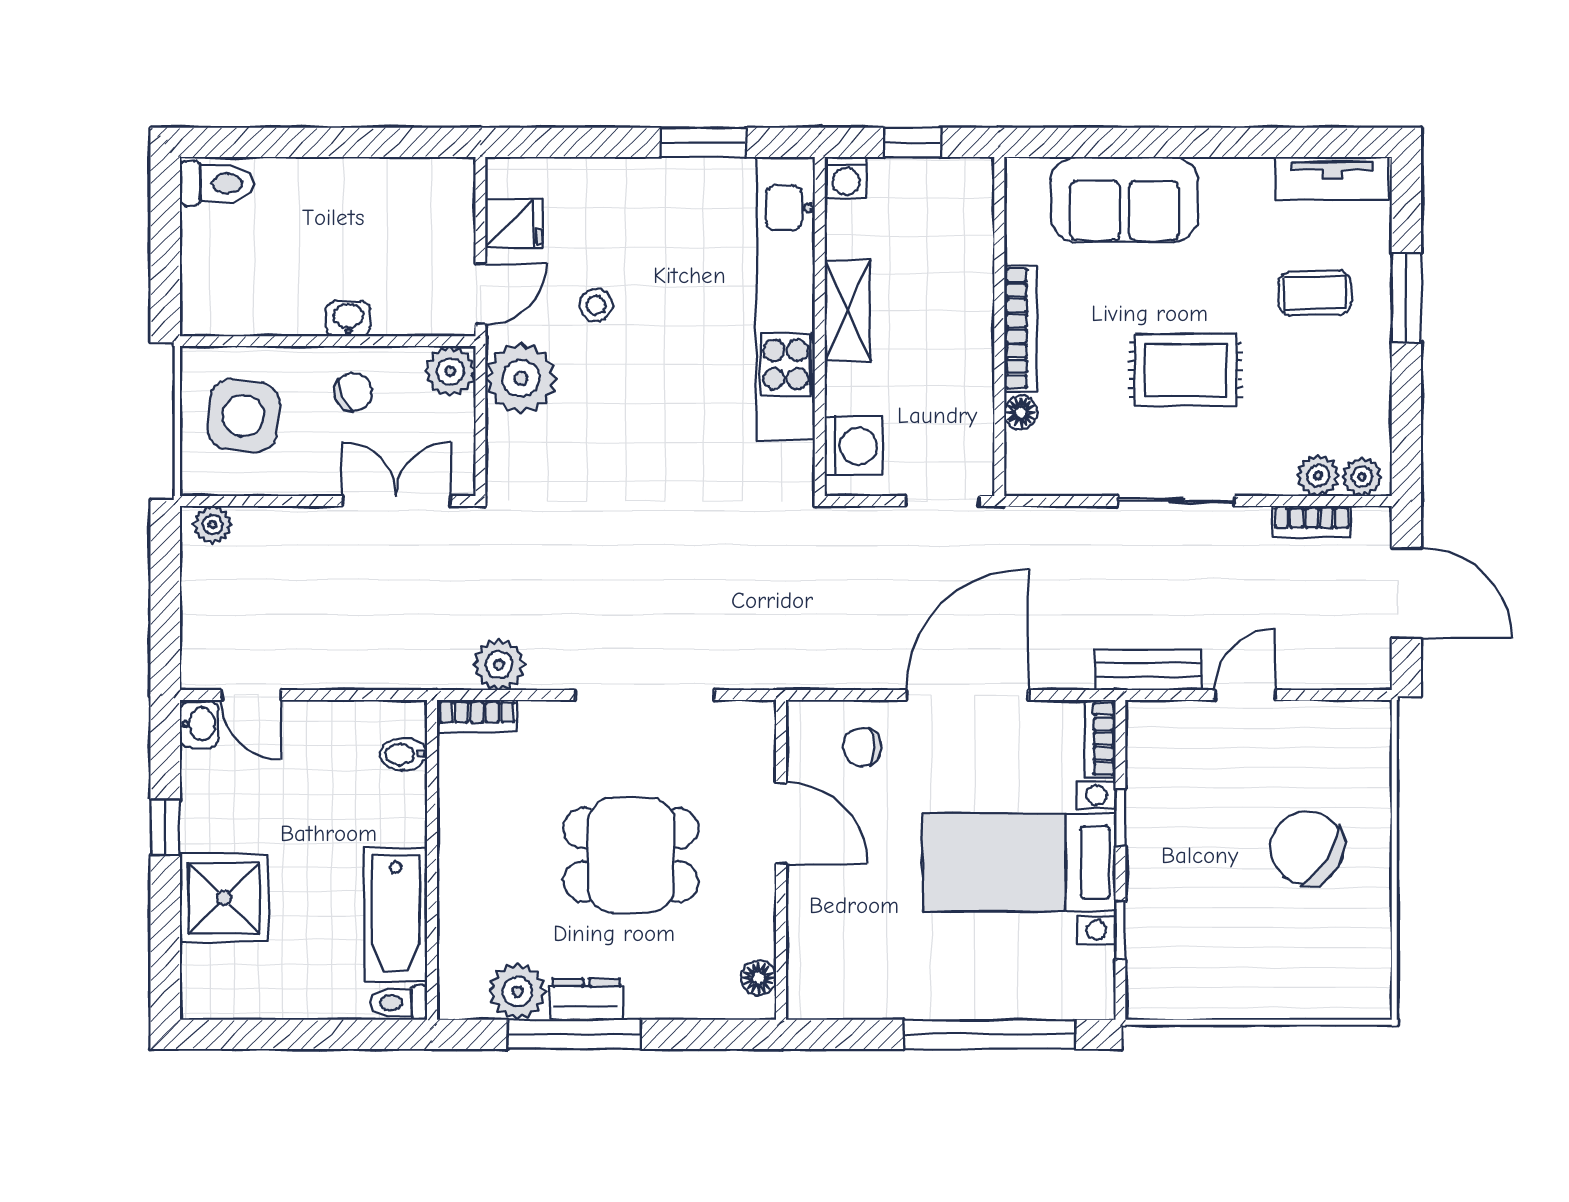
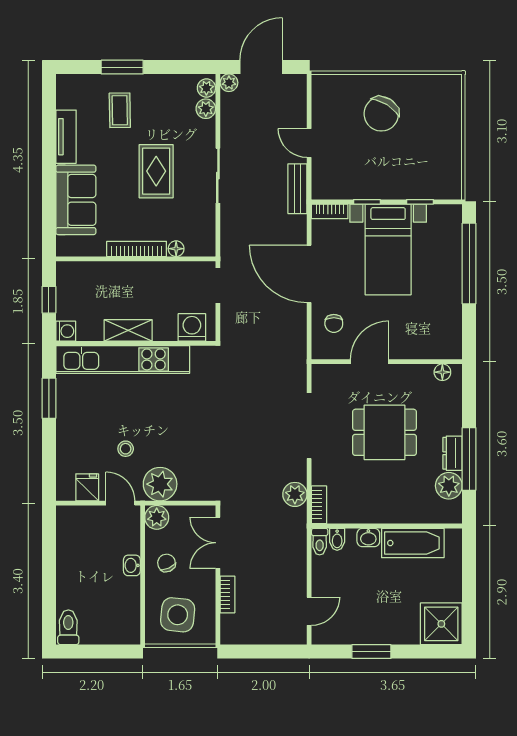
tv unit: (1332, 178) -> (66, 137), moved
bookcase: (1312, 522) -> (228, 594), moved
plant: (213, 525) -> (229, 83), moved
washbasin: (199, 724) -> (368, 537), moved, turned 180
window: (165, 827) -> (371, 652), width x1.50
dining table: (631, 855) -> (384, 432), turned 90
shower: (224, 898) -> (441, 624), moved
toilet: (399, 1003) -> (320, 542), moved

